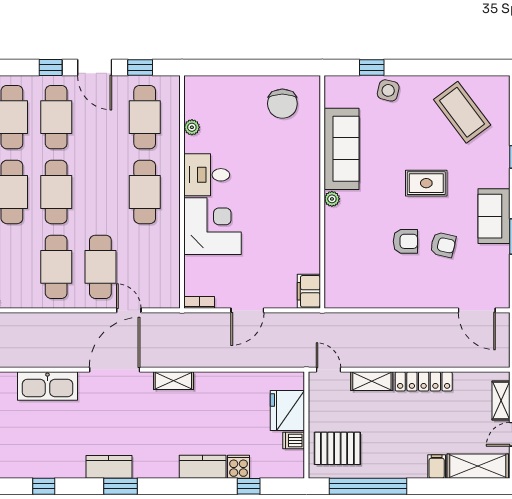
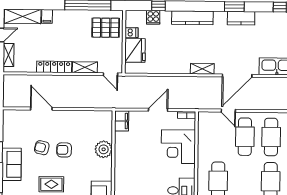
plant: (332, 199) -> (104, 149), moved, width x1.87, depth x1.87
corner desk: (213, 226) -> (178, 147), moved
door: (477, 310) -> (41, 109), moved
kitchen counter: (203, 467) -> (192, 18), width x1.50
cooker: (239, 467) -> (153, 17), moved

